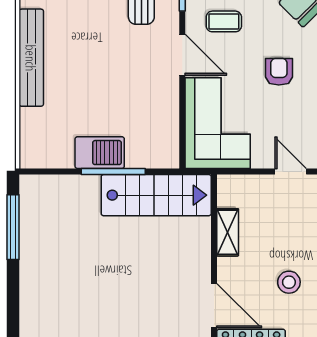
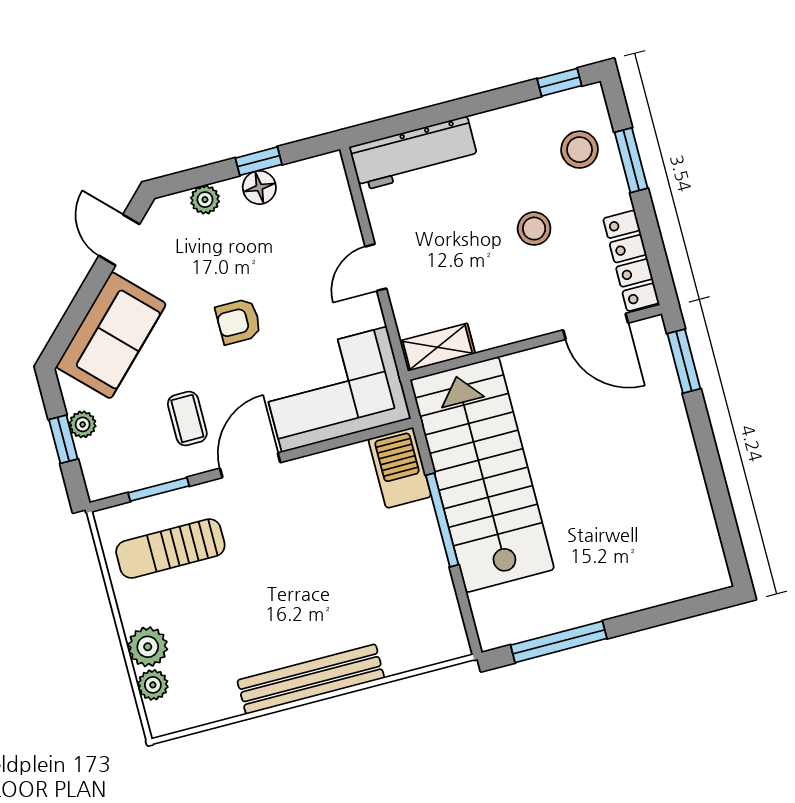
barbecue: (100, 153) -> (400, 468), moved
stairs: (156, 195) -> (482, 475), width x1.36, depth x1.51
shelving: (228, 232) -> (437, 347), moved
door: (214, 306) -> (596, 326), swing flipped

